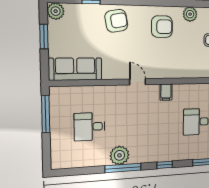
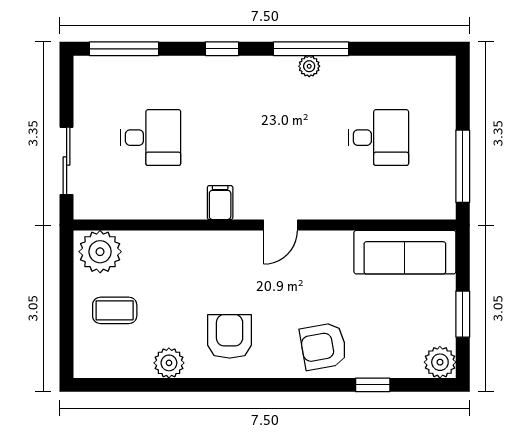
armchair: (162, 27) -> (230, 336), turned 90
door: (138, 82) -> (280, 225), hinge flipped
plant: (120, 155) -> (309, 66), width x0.53, depth x0.53

